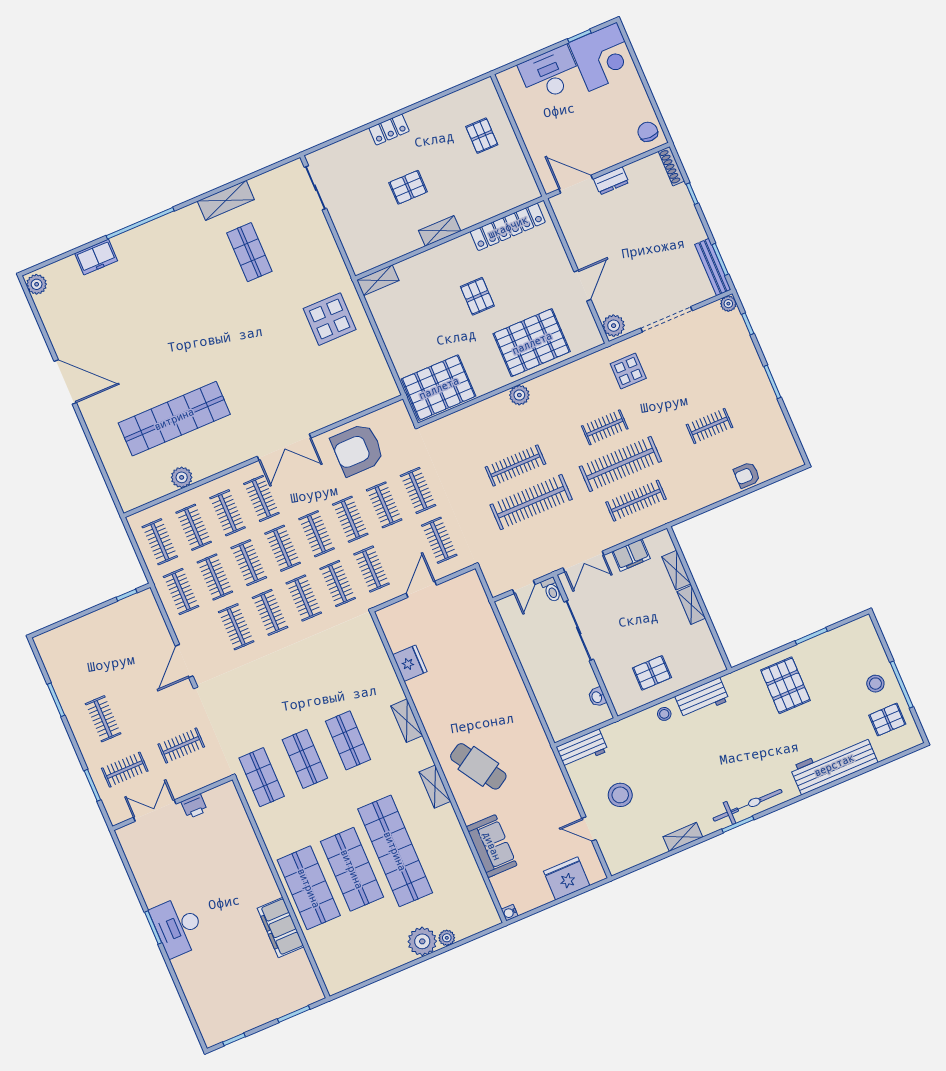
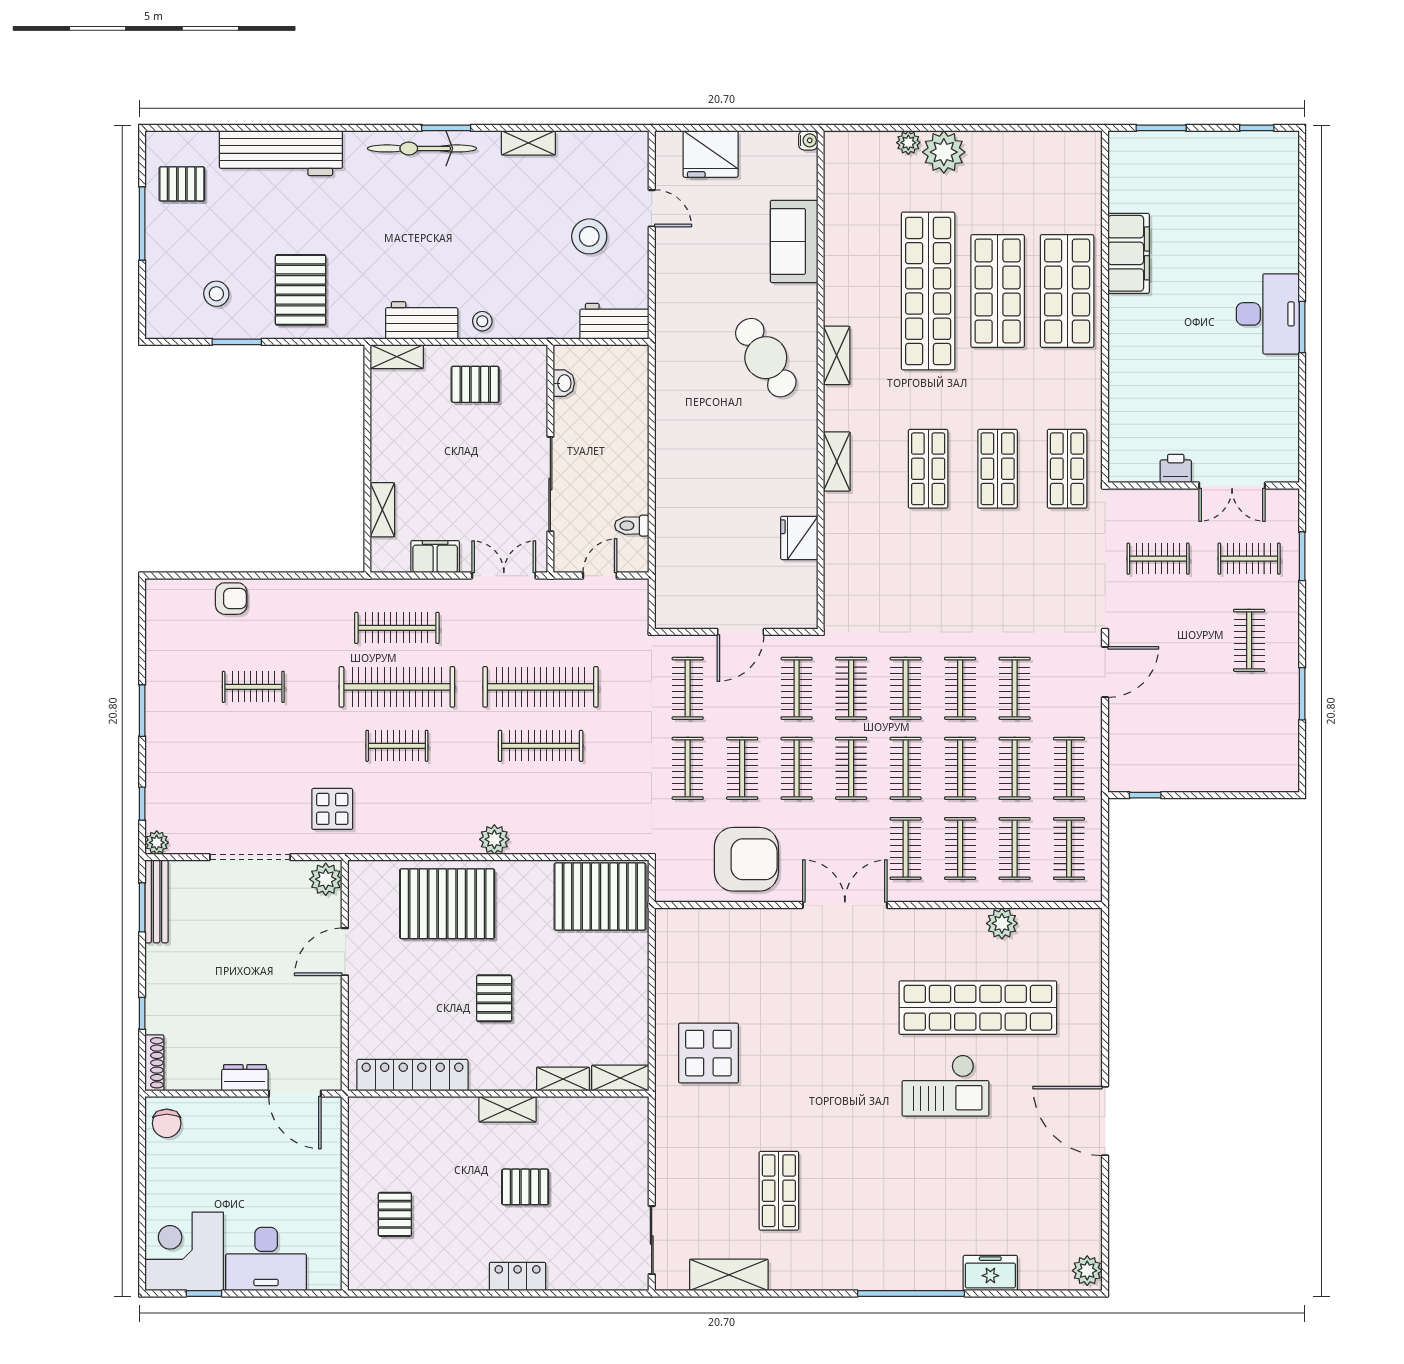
shelving: (226, 200) -> (729, 1275), moved
shelving: (413, 264) -> (563, 1079), added
checkout: (174, 362) -> (945, 1086), added
toilet: (551, 590) -> (632, 526), moved, turned -90
shelving: (691, 605) -> (397, 357), moved, turned 90
stool: (875, 684) -> (216, 294), moved

